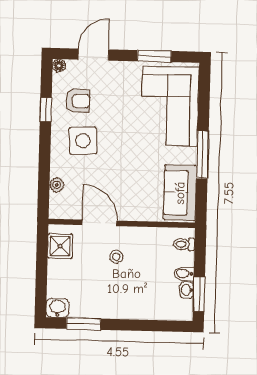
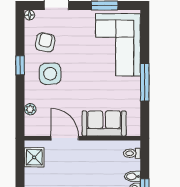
armchair: (78, 101) -> (45, 42), turned -79
window: (46, 110) -> (20, 65), moved
sofa: (180, 193) -> (104, 123), moved, turned 90
stool: (116, 257) -> (79, 165), removed

